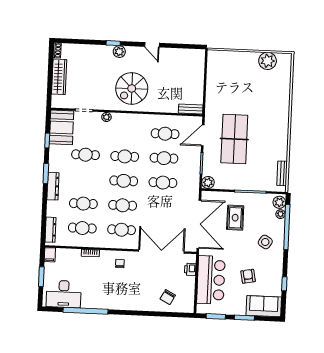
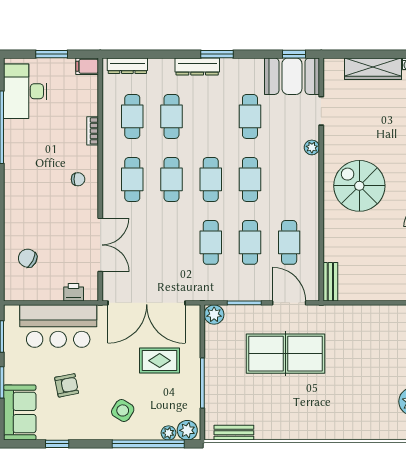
window: (47, 141) -> (294, 54), moved
double door: (161, 251) -> (100, 245), width x0.73

